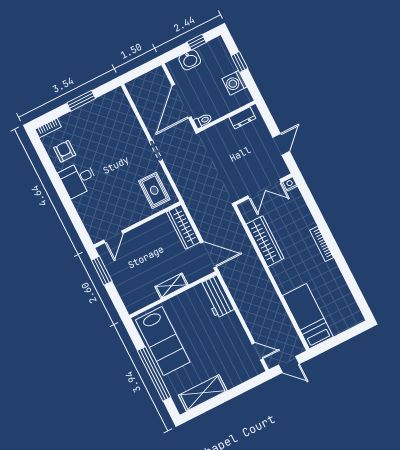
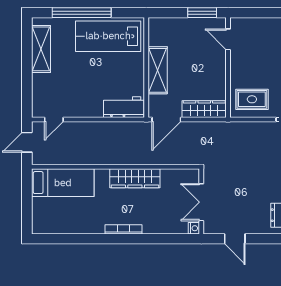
wardrobe: (265, 241) -> (135, 178), moved
shelving: (171, 286) -> (158, 70), width x1.50, depth x1.33

